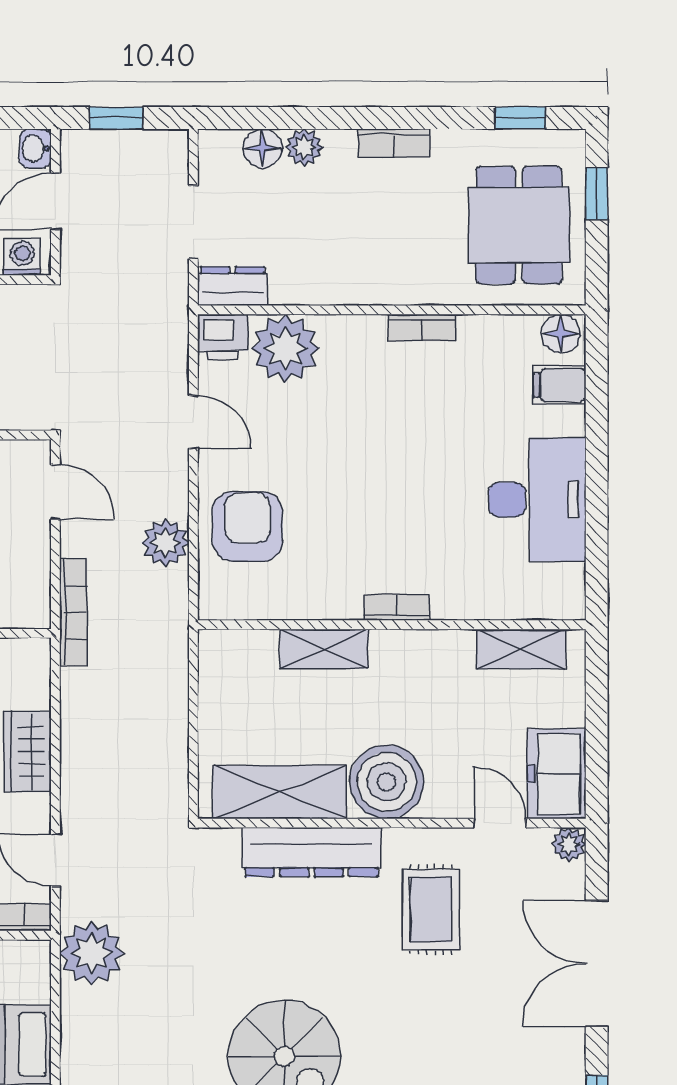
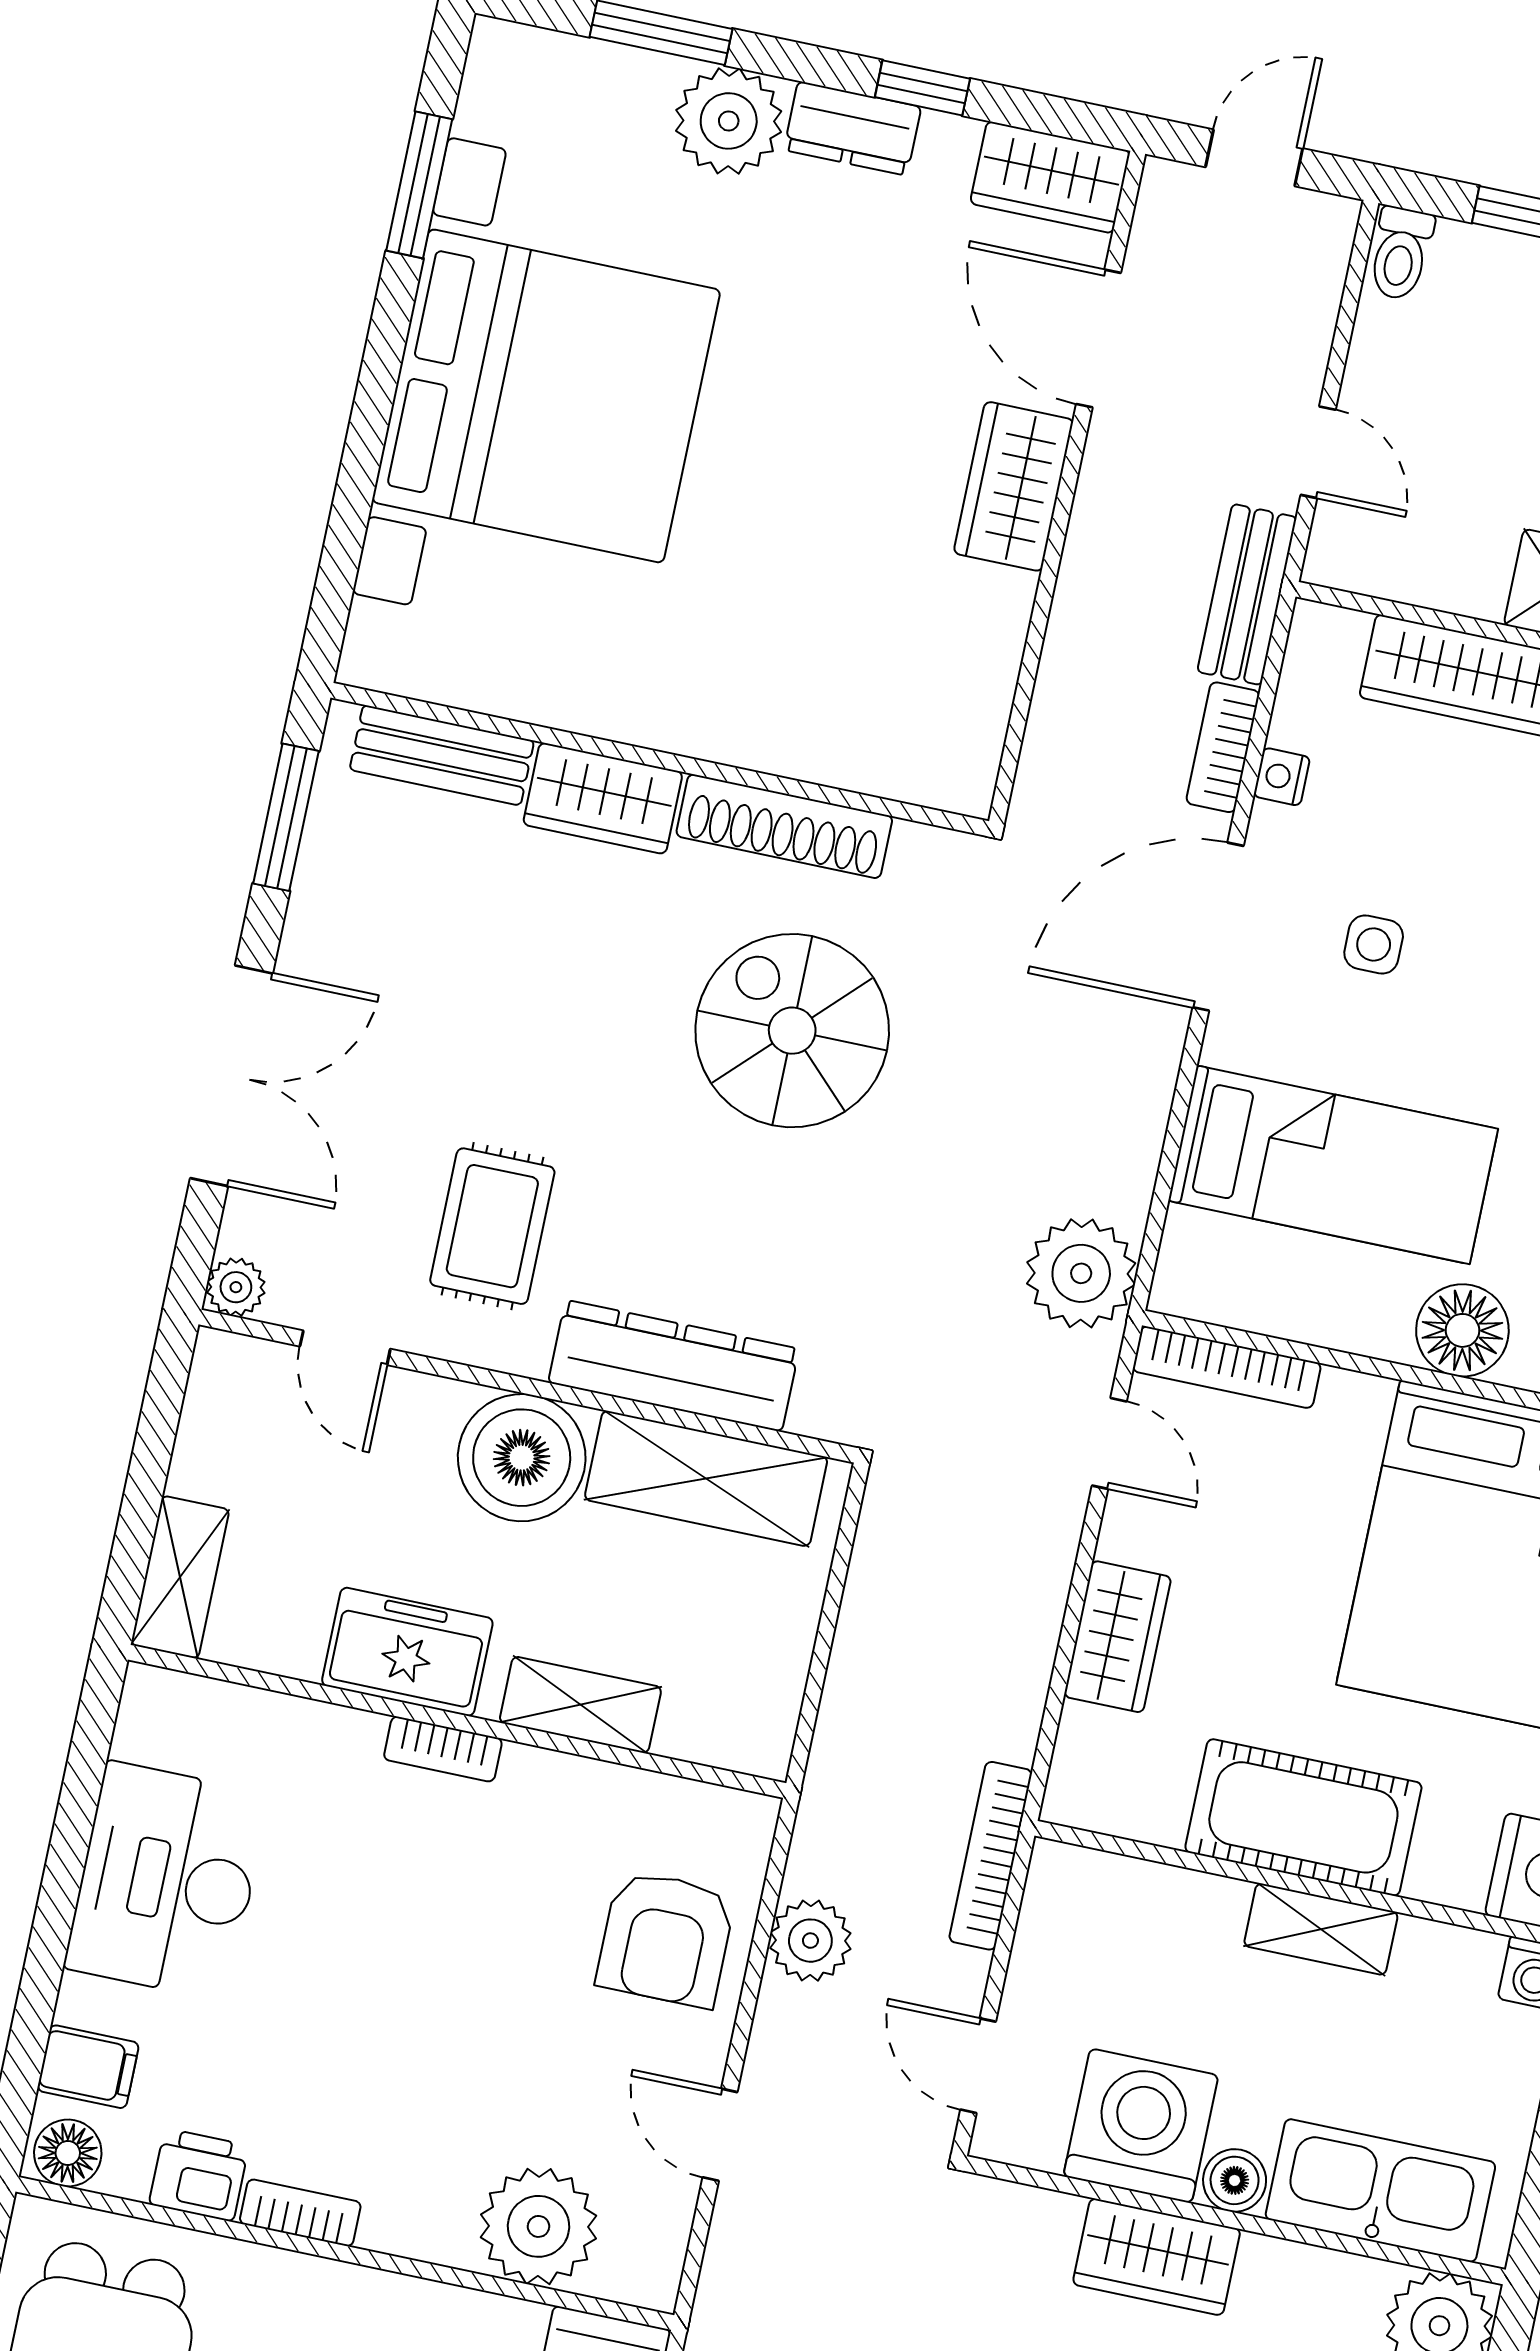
printer: (223, 337) -> (199, 2175), moved
shelving: (521, 649) -> (180, 1577), moved, turned 90
freezer: (557, 774) -> (407, 1652), moved, turned -90

